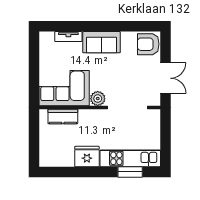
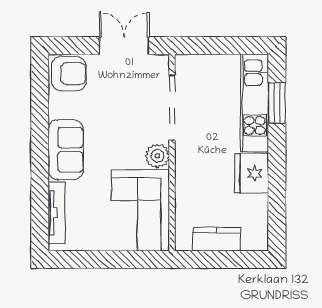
tv unit: (68, 37) -> (57, 213), width x1.41
armchair: (148, 44) -> (69, 74), turned -90
kitchen counter: (63, 116) -> (217, 239), moved, turned -90

